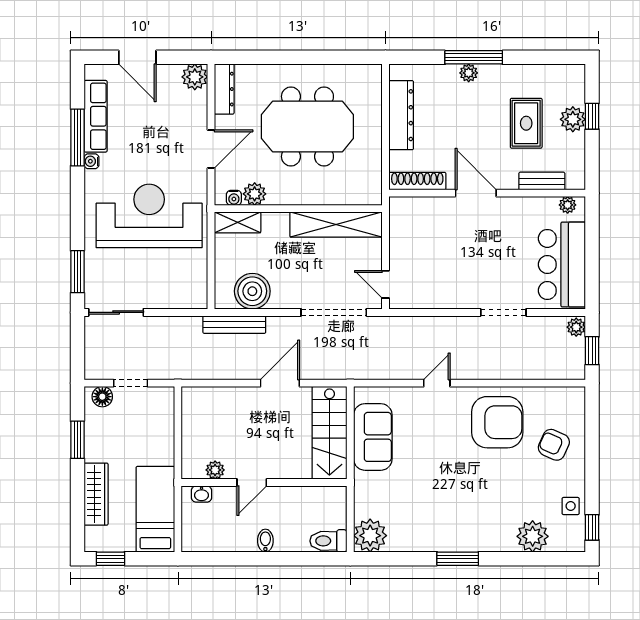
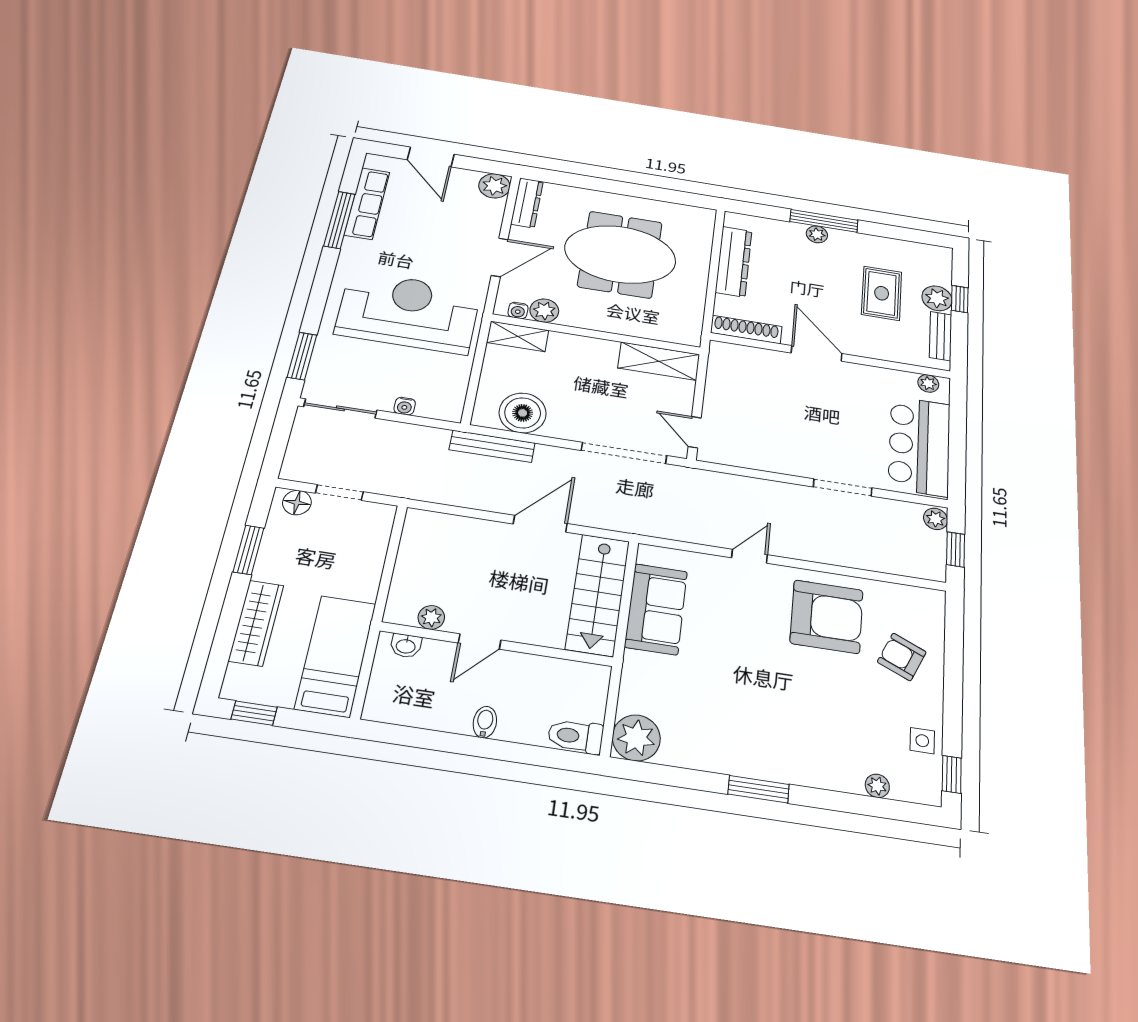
water cooler: (92, 161) -> (405, 406), moved, turned -90
bench: (542, 181) -> (941, 336), moved, turned 90
shelving: (336, 225) -> (659, 361), width x0.68
plant: (533, 536) -> (877, 786), width x0.53, depth x0.53

